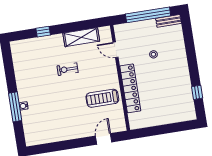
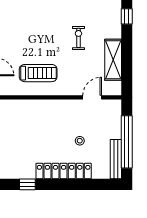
bench: (169, 21) -> (116, 159), width x1.36
locker: (130, 88) -> (64, 171), moved, turned 180
treadmill: (102, 98) -> (38, 73), turned 90

